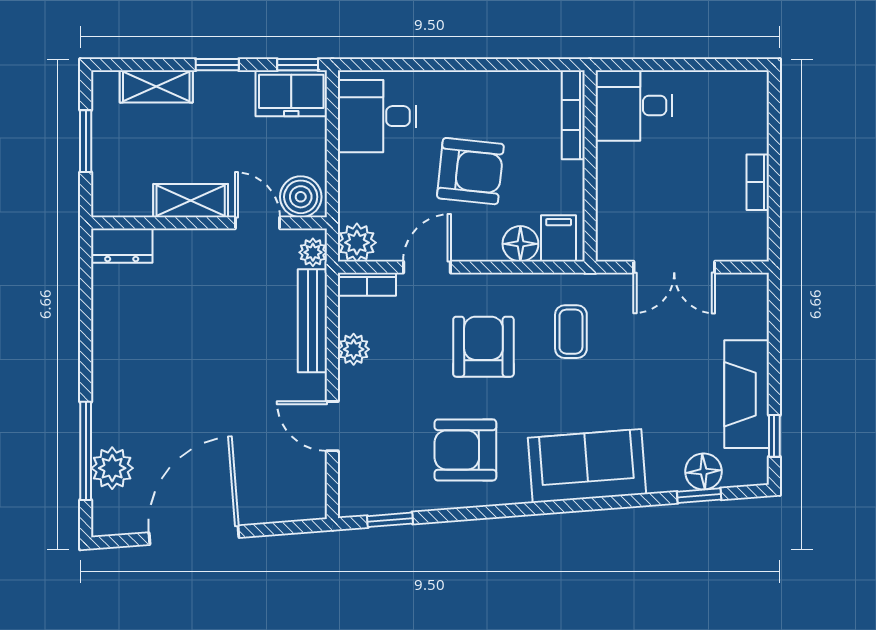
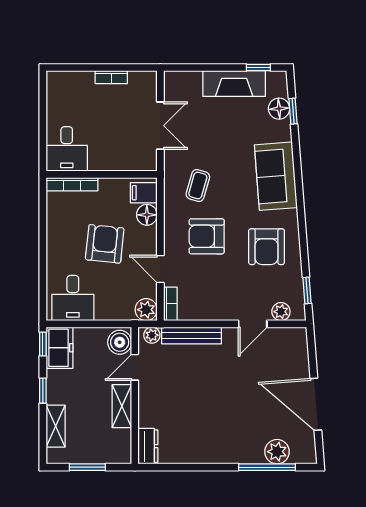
coffee table: (571, 332) -> (198, 185), turned -74
plant: (354, 349) -> (281, 312), moved

